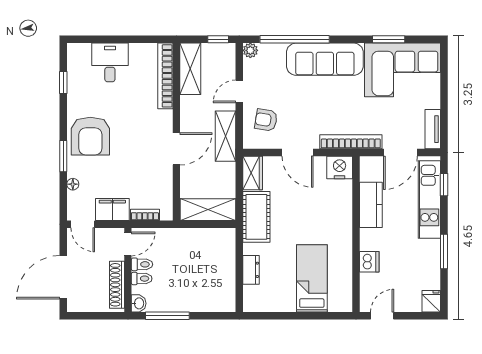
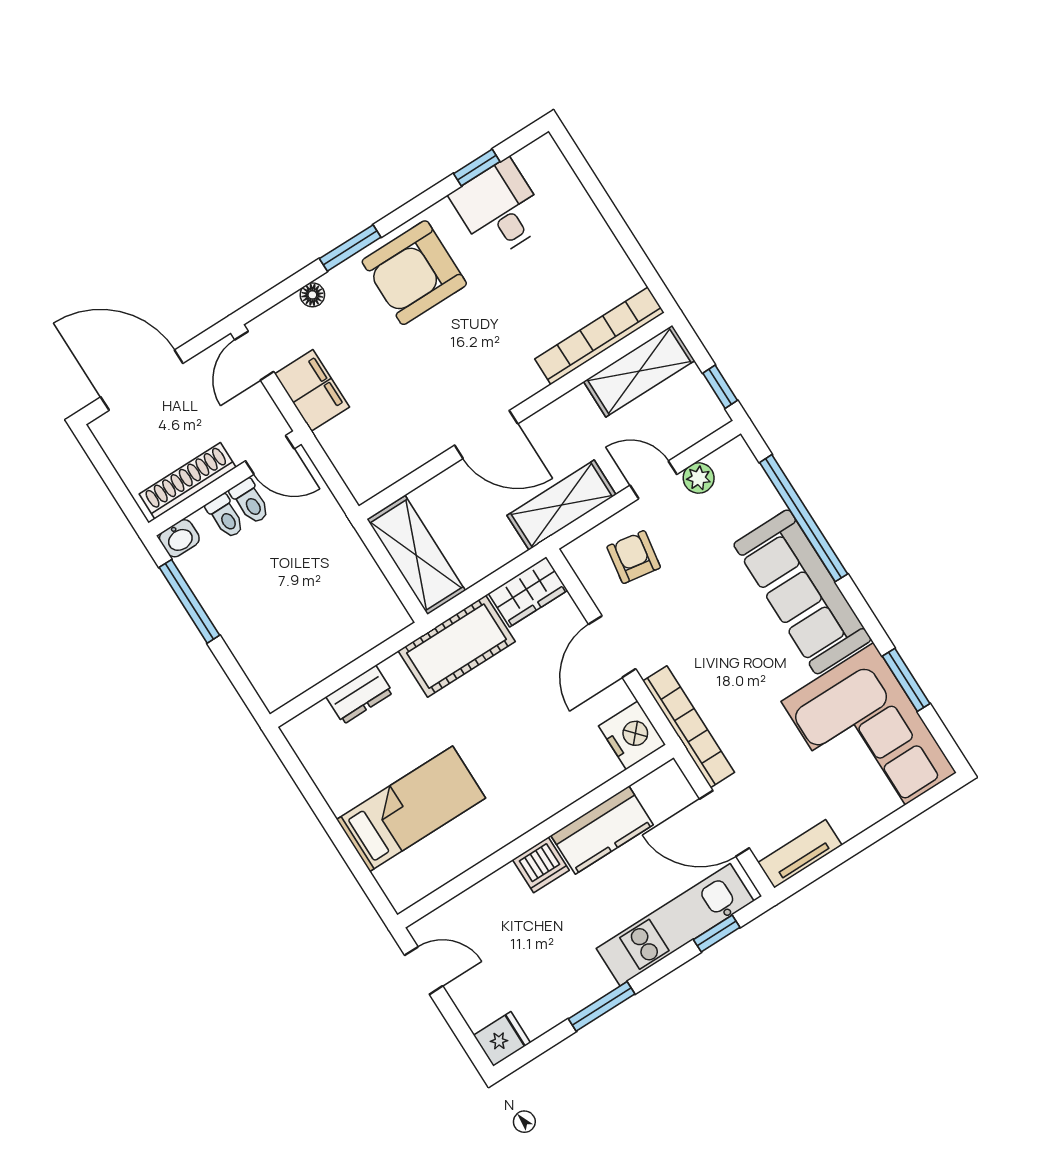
plant: (250, 50) -> (699, 478), moved
desk: (110, 62) -> (499, 209), moved, turned -90
bookcase: (145, 215) -> (338, 452), removed
dishwasher: (369, 262) -> (541, 865), moved

